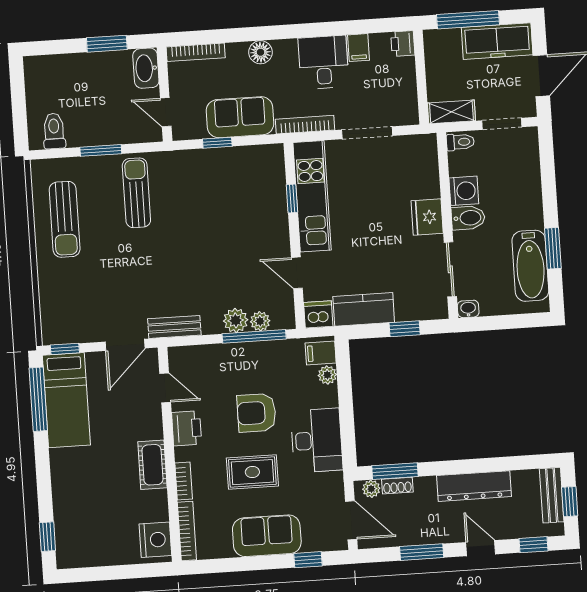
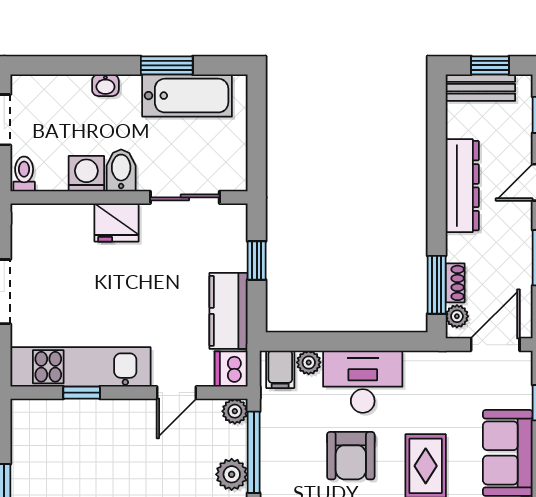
washbasin: (468, 309) -> (105, 85), moved, turned -90
plant: (260, 321) -> (235, 411), moved
desk: (317, 440) -> (363, 382), moved

